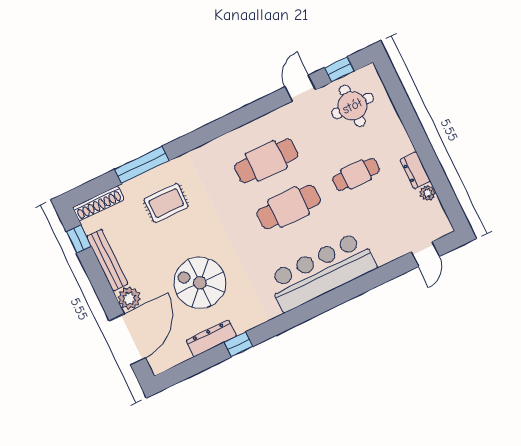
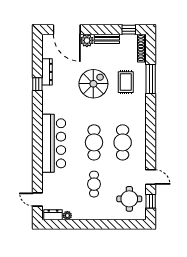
dresser: (415, 170) -> (53, 215), moved
bench: (107, 260) -> (107, 39), width x0.73
spiral stairs: (200, 283) -> (93, 84), moved

